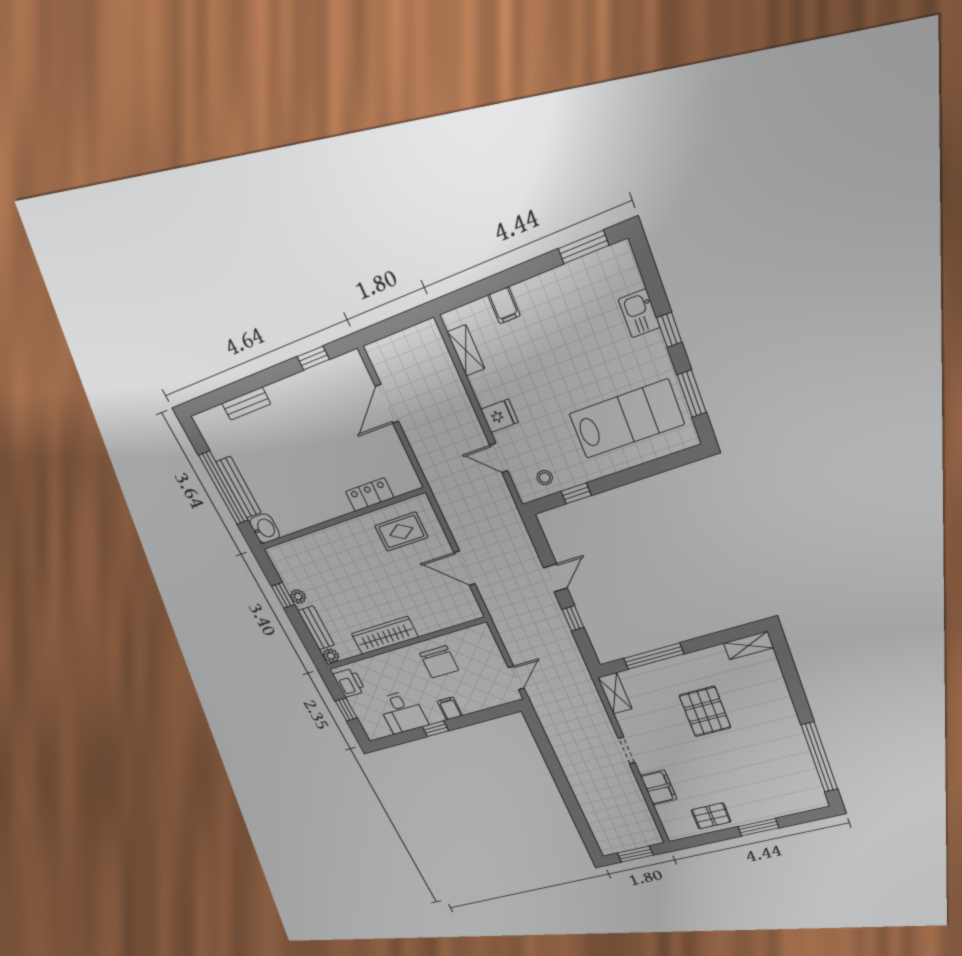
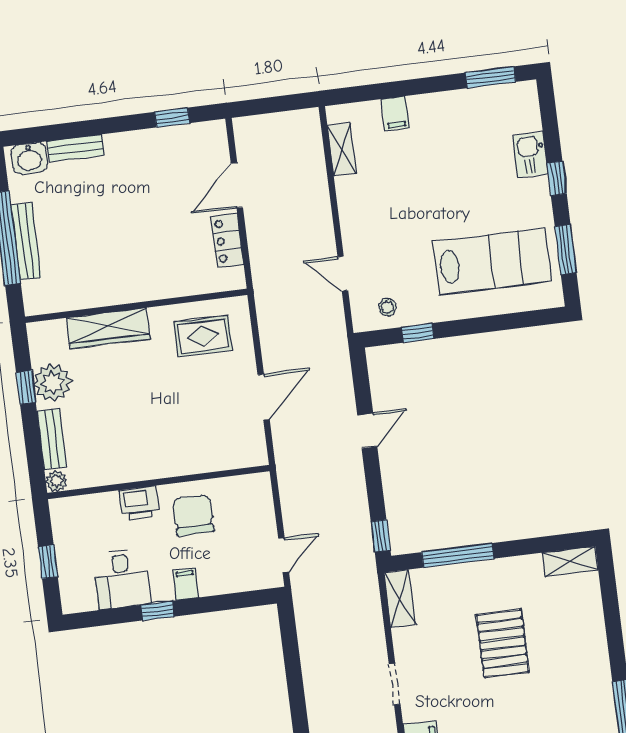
fridge: (499, 416) -> (357, 227), removed
locker: (370, 495) -> (227, 241), moved, turned -90
washbasin: (265, 528) -> (29, 158), moved, turned 90
door: (464, 568) -> (264, 397), swing flipped
plant: (298, 596) -> (52, 383), width x1.88, depth x1.88
window: (573, 618) -> (381, 536), moved
wardrobe: (385, 635) -> (108, 328), moved, turned 180
chair: (439, 662) -> (193, 515), turned 180
printer: (349, 683) -> (139, 503), moved, turned 90

